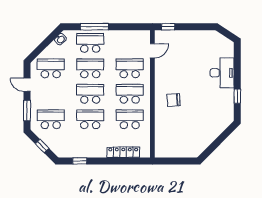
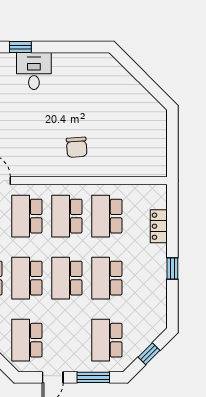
desk: (222, 73) -> (34, 71), width x0.73
window: (237, 96) -> (20, 47), moved
locker: (123, 152) -> (159, 226), width x0.66
window: (80, 161) -> (172, 269), moved

